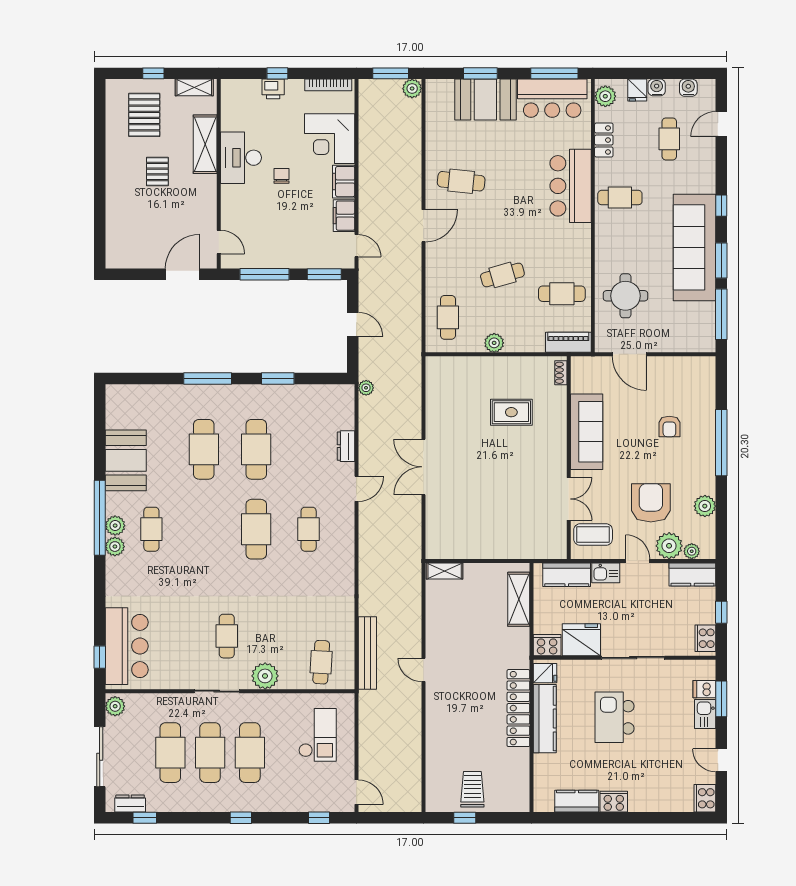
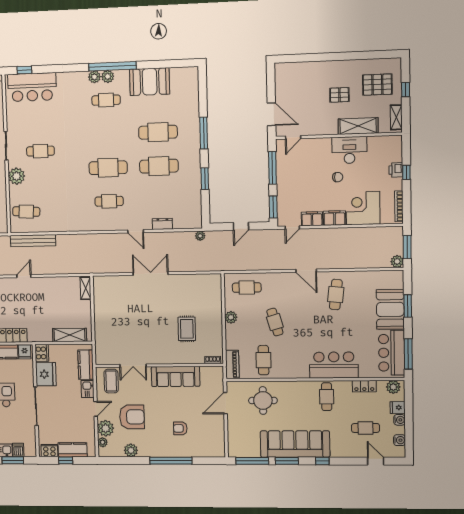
kitchen counter: (692, 574) -> (73, 450), moved, turned 90

